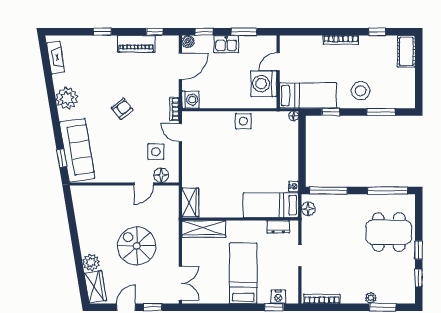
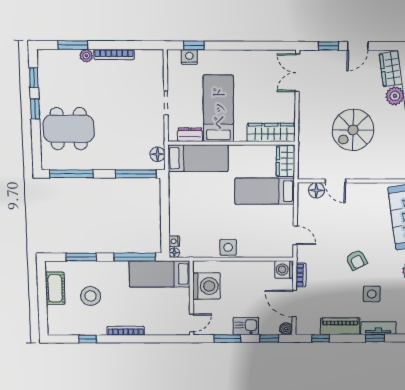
tv unit: (99, 42) -> (378, 328), added
cot: (406, 51) -> (55, 288), moved
door: (278, 62) -> (192, 323), moved
door: (180, 66) -> (294, 304), hinge flipped
stool: (361, 91) -> (91, 296), moved
armchair: (122, 109) -> (356, 260), turned -80
bookcase: (174, 109) -> (301, 275), moved
window: (331, 112) -> (135, 257), width x2.17
side table: (156, 152) -> (372, 294), moved
bed: (209, 174) -> (265, 191), added
door: (144, 184) -> (336, 181), swing flipped
nightstand: (294, 186) -> (174, 241), moved
spiral stairs: (137, 246) -> (353, 130), moved, turned 90
bed: (243, 273) -> (218, 108), moved, turned 180
bookcase: (322, 299) -> (114, 55), moved

